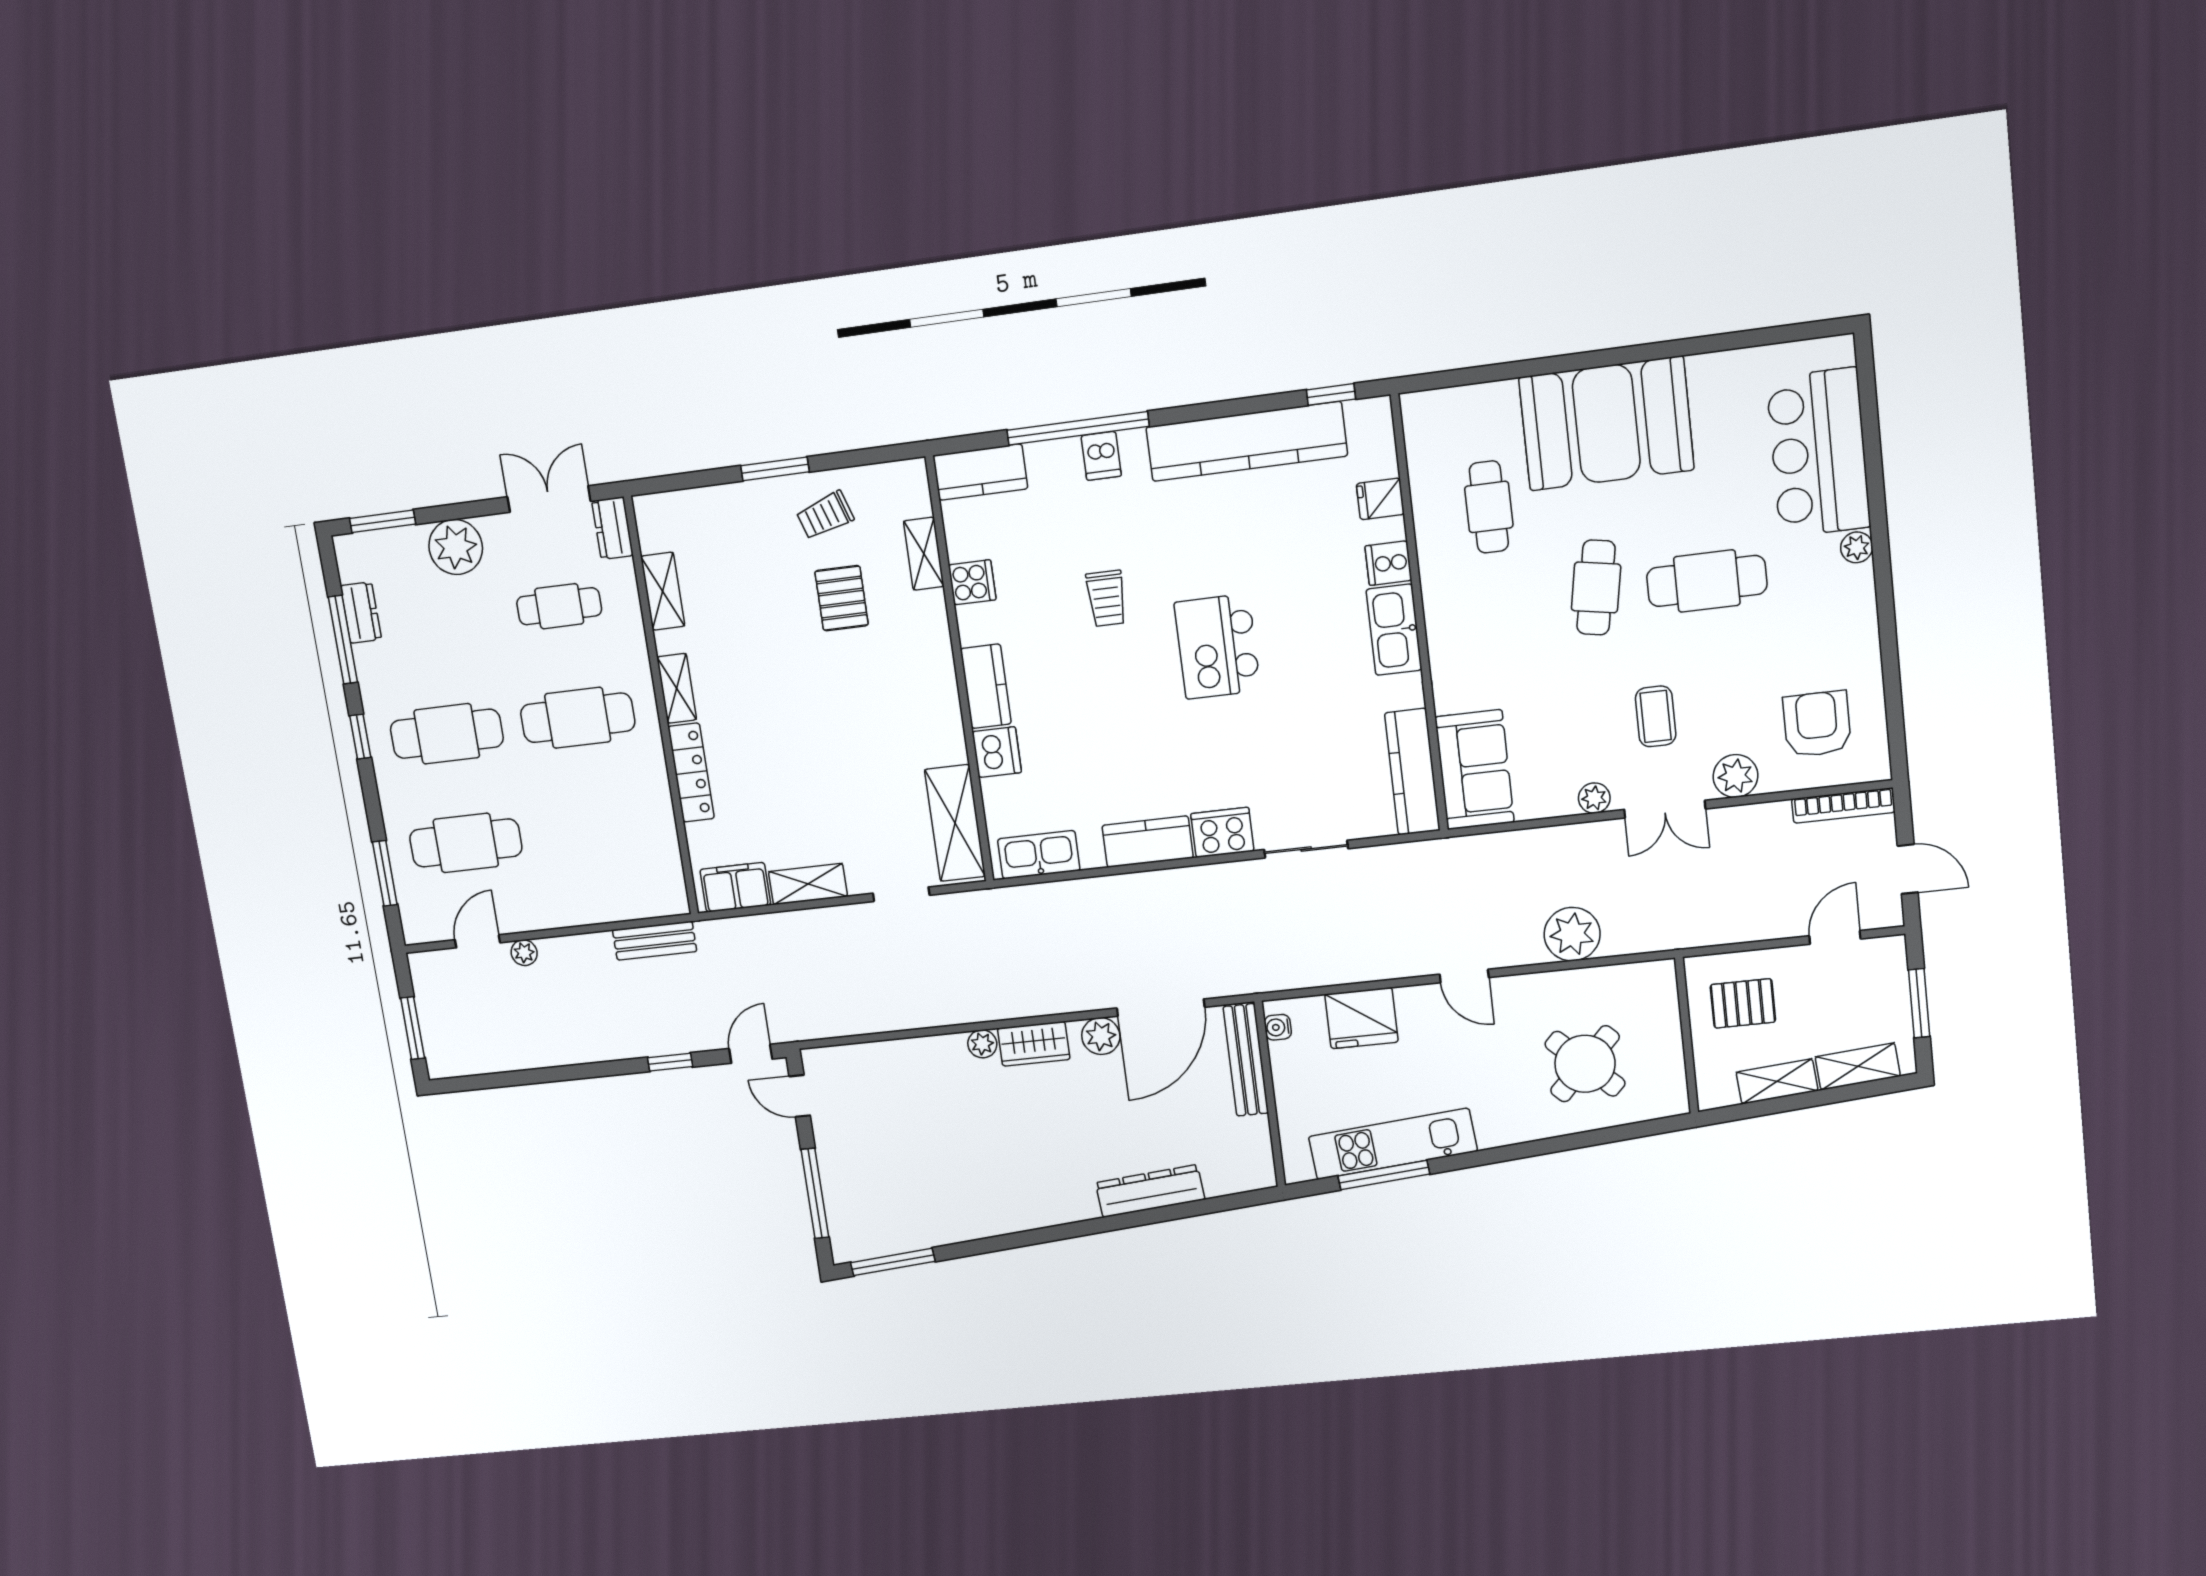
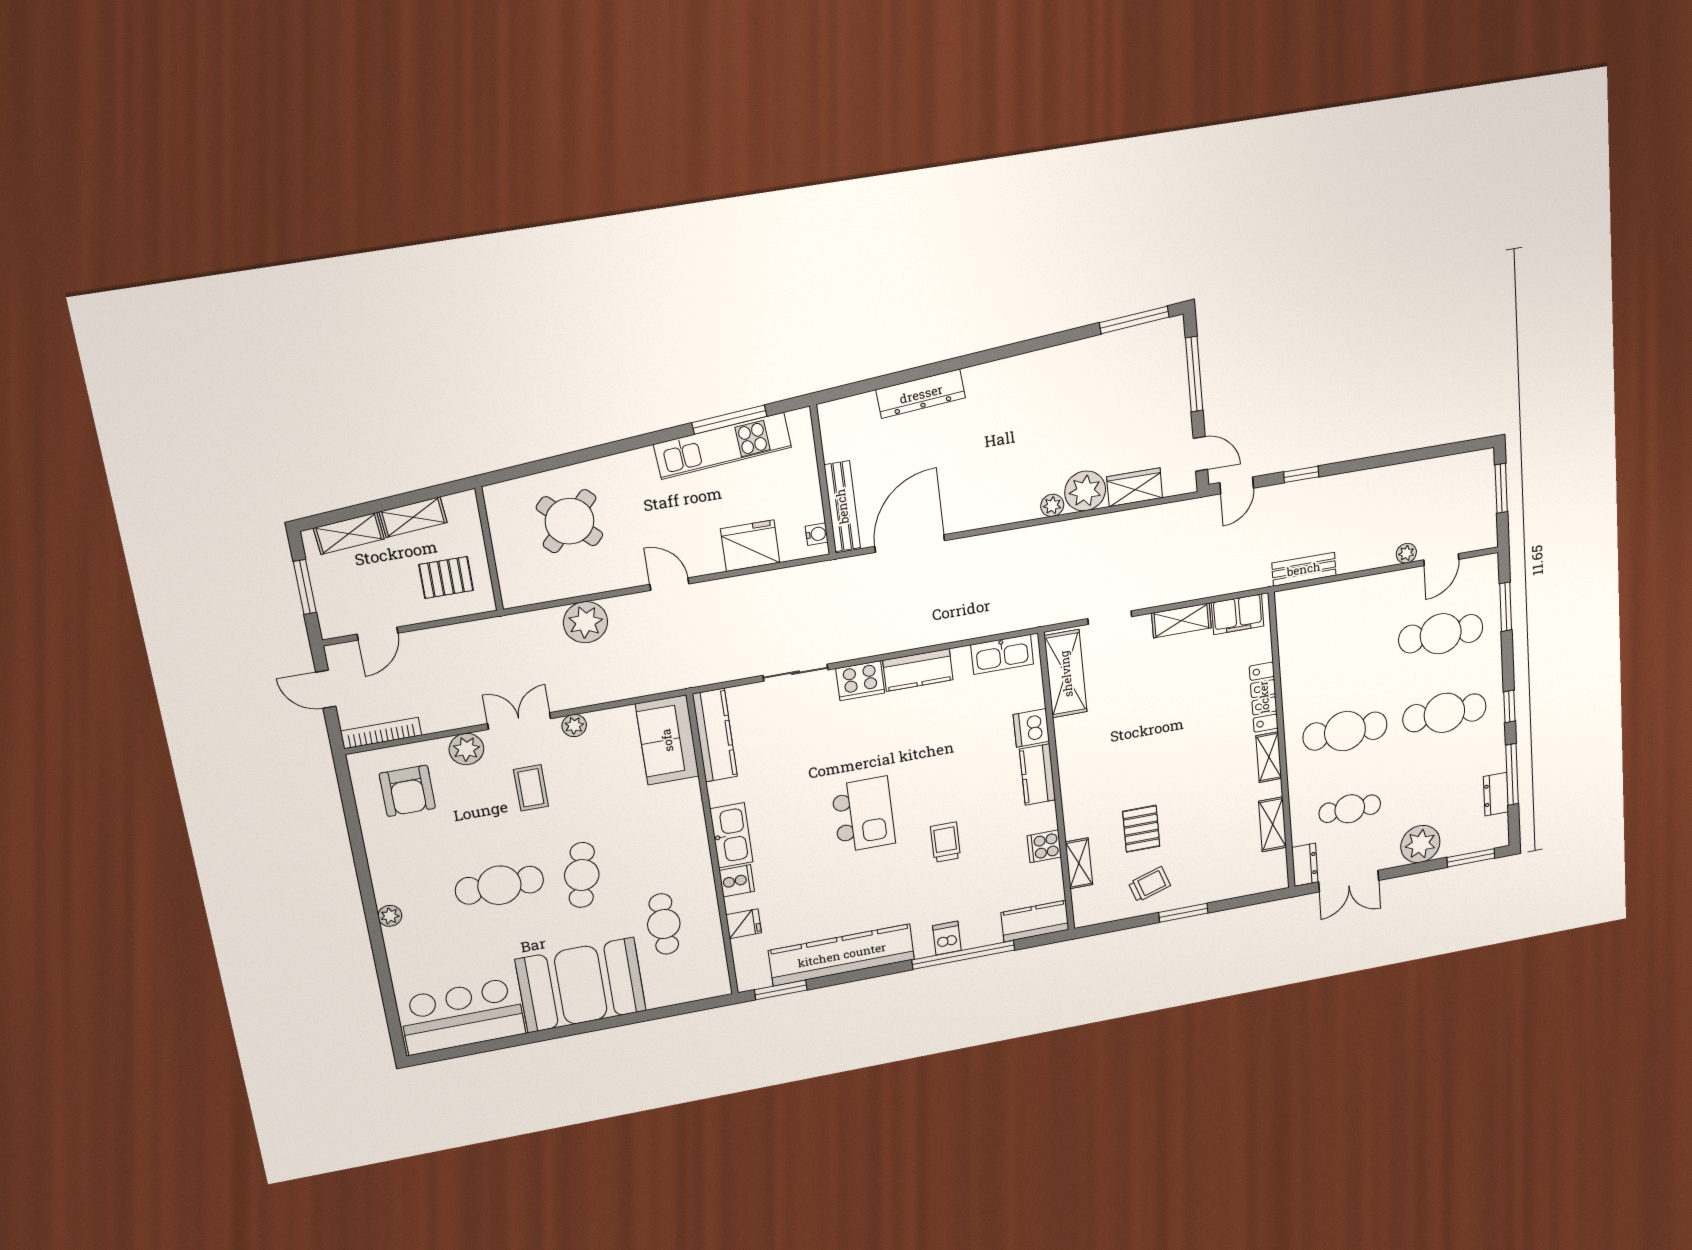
window: (1331, 394) -> (781, 990), width x1.50
bar counter: (1819, 453) -> (462, 1016), moved, turned -90
plant: (1101, 1036) -> (1085, 491), moved, width x1.36, depth x1.36
wardrobe: (1034, 1044) -> (1135, 487), moved

